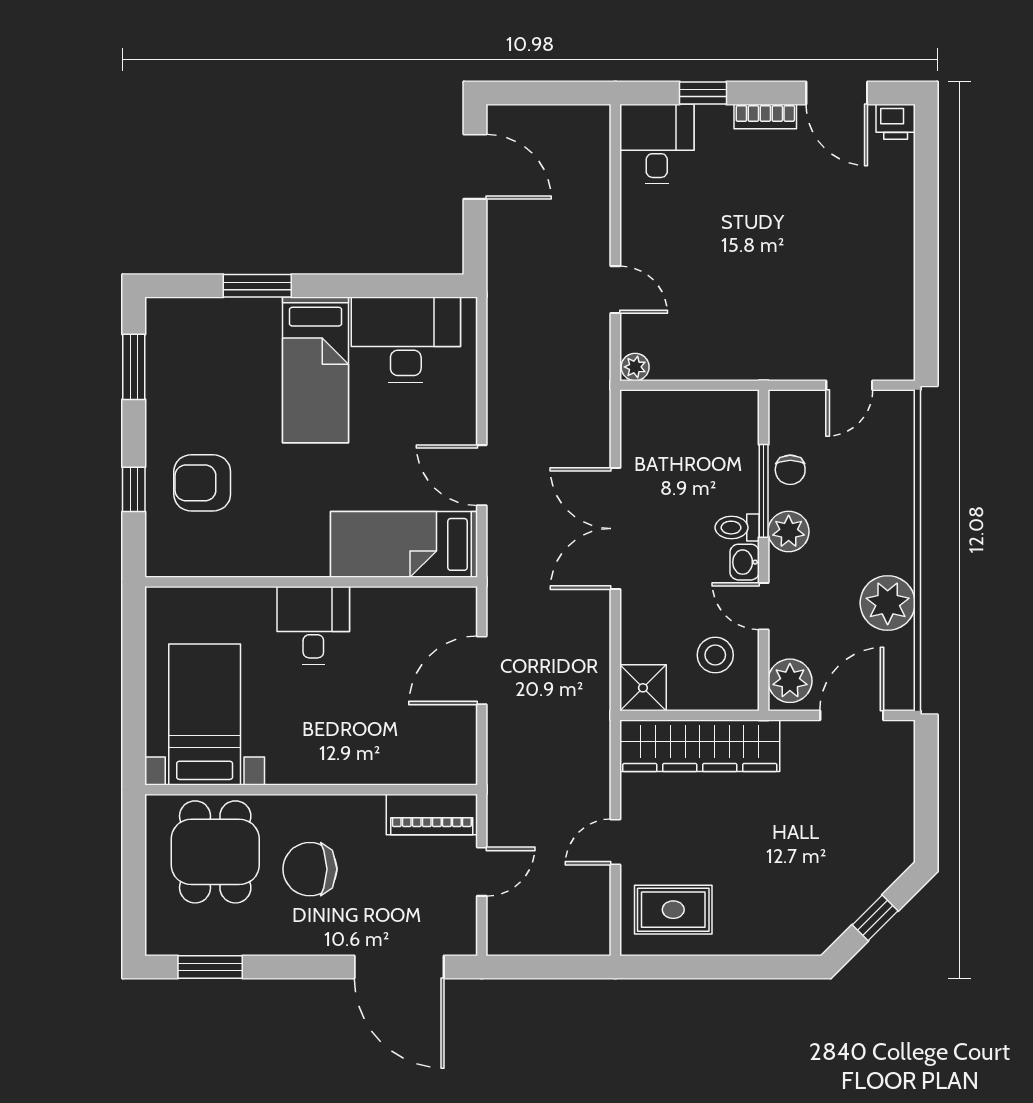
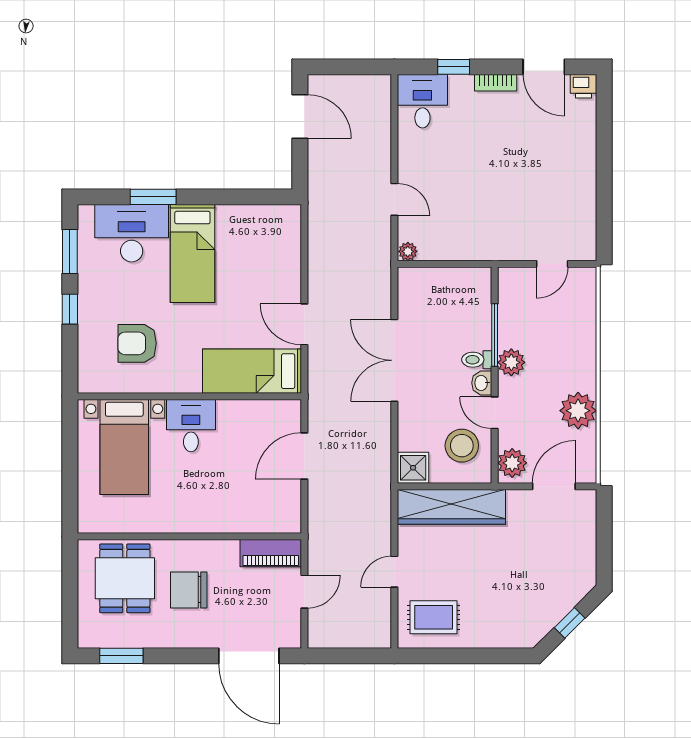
desk: (406, 340) -> (132, 233), moved
chair: (790, 470) -> (512, 321), removed
armchair: (202, 483) -> (137, 343), moved
window: (134, 489) -> (70, 309), moved
stool: (715, 655) -> (462, 446), width x1.38, depth x1.38
bed with nightstands: (205, 715) -> (124, 447), moved, turned 180

